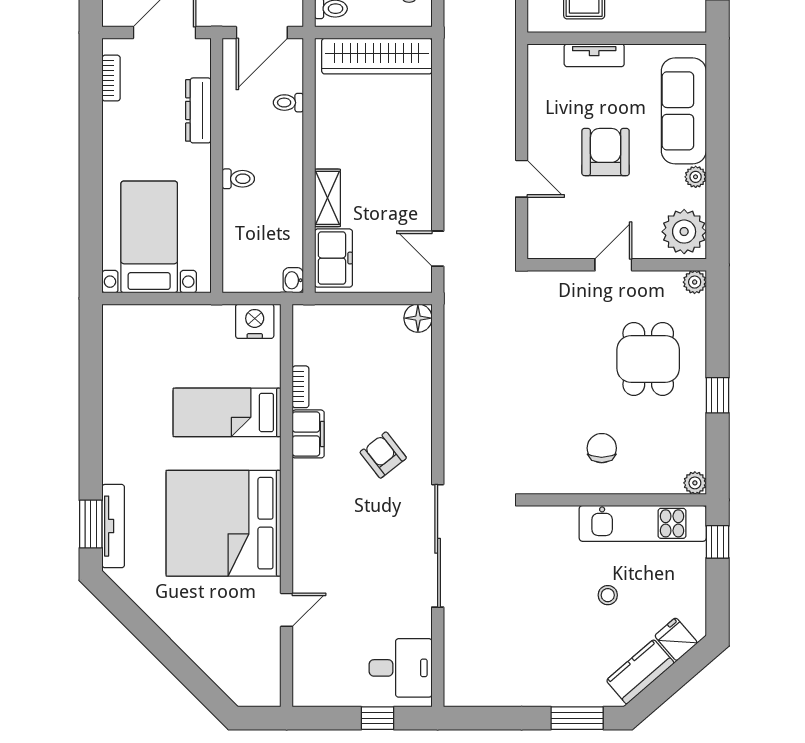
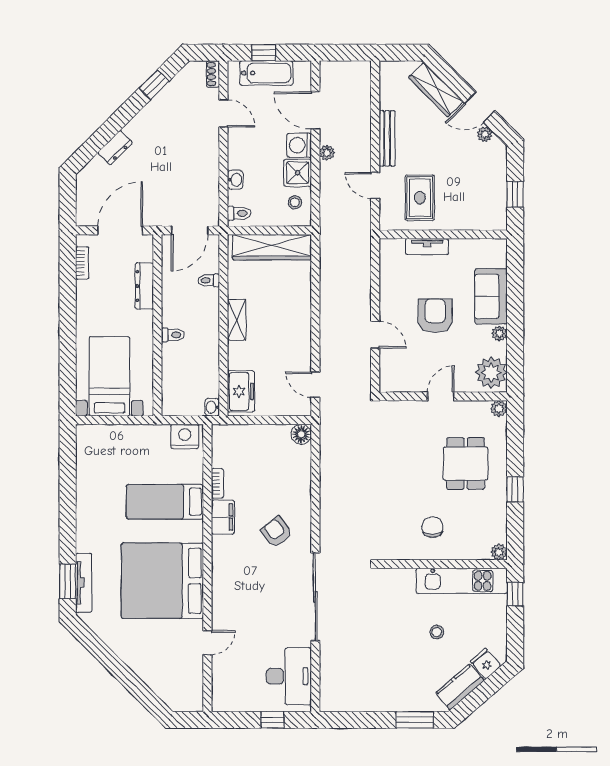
sofa: (684, 111) -> (491, 296), width x0.73
shelving: (327, 198) -> (237, 320), moved
desk: (401, 668) -> (289, 676), width x1.37

